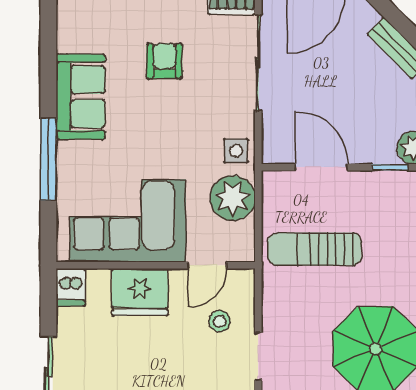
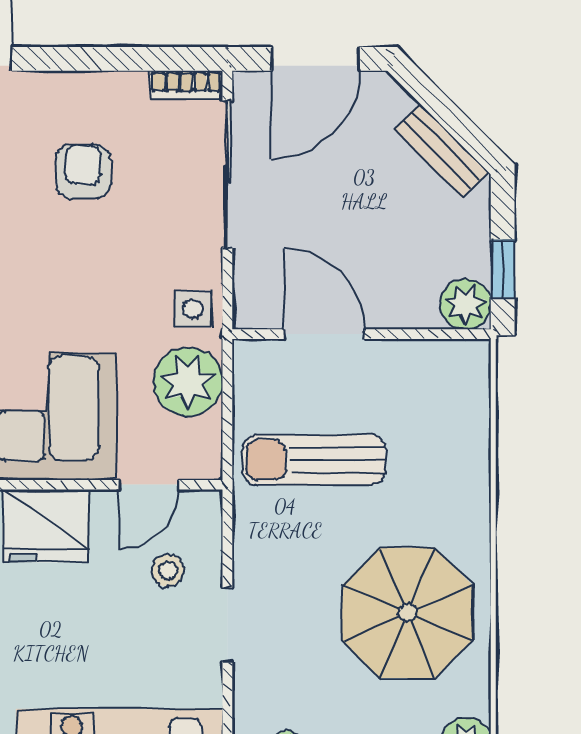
window: (390, 167) -> (429, 334), removed

